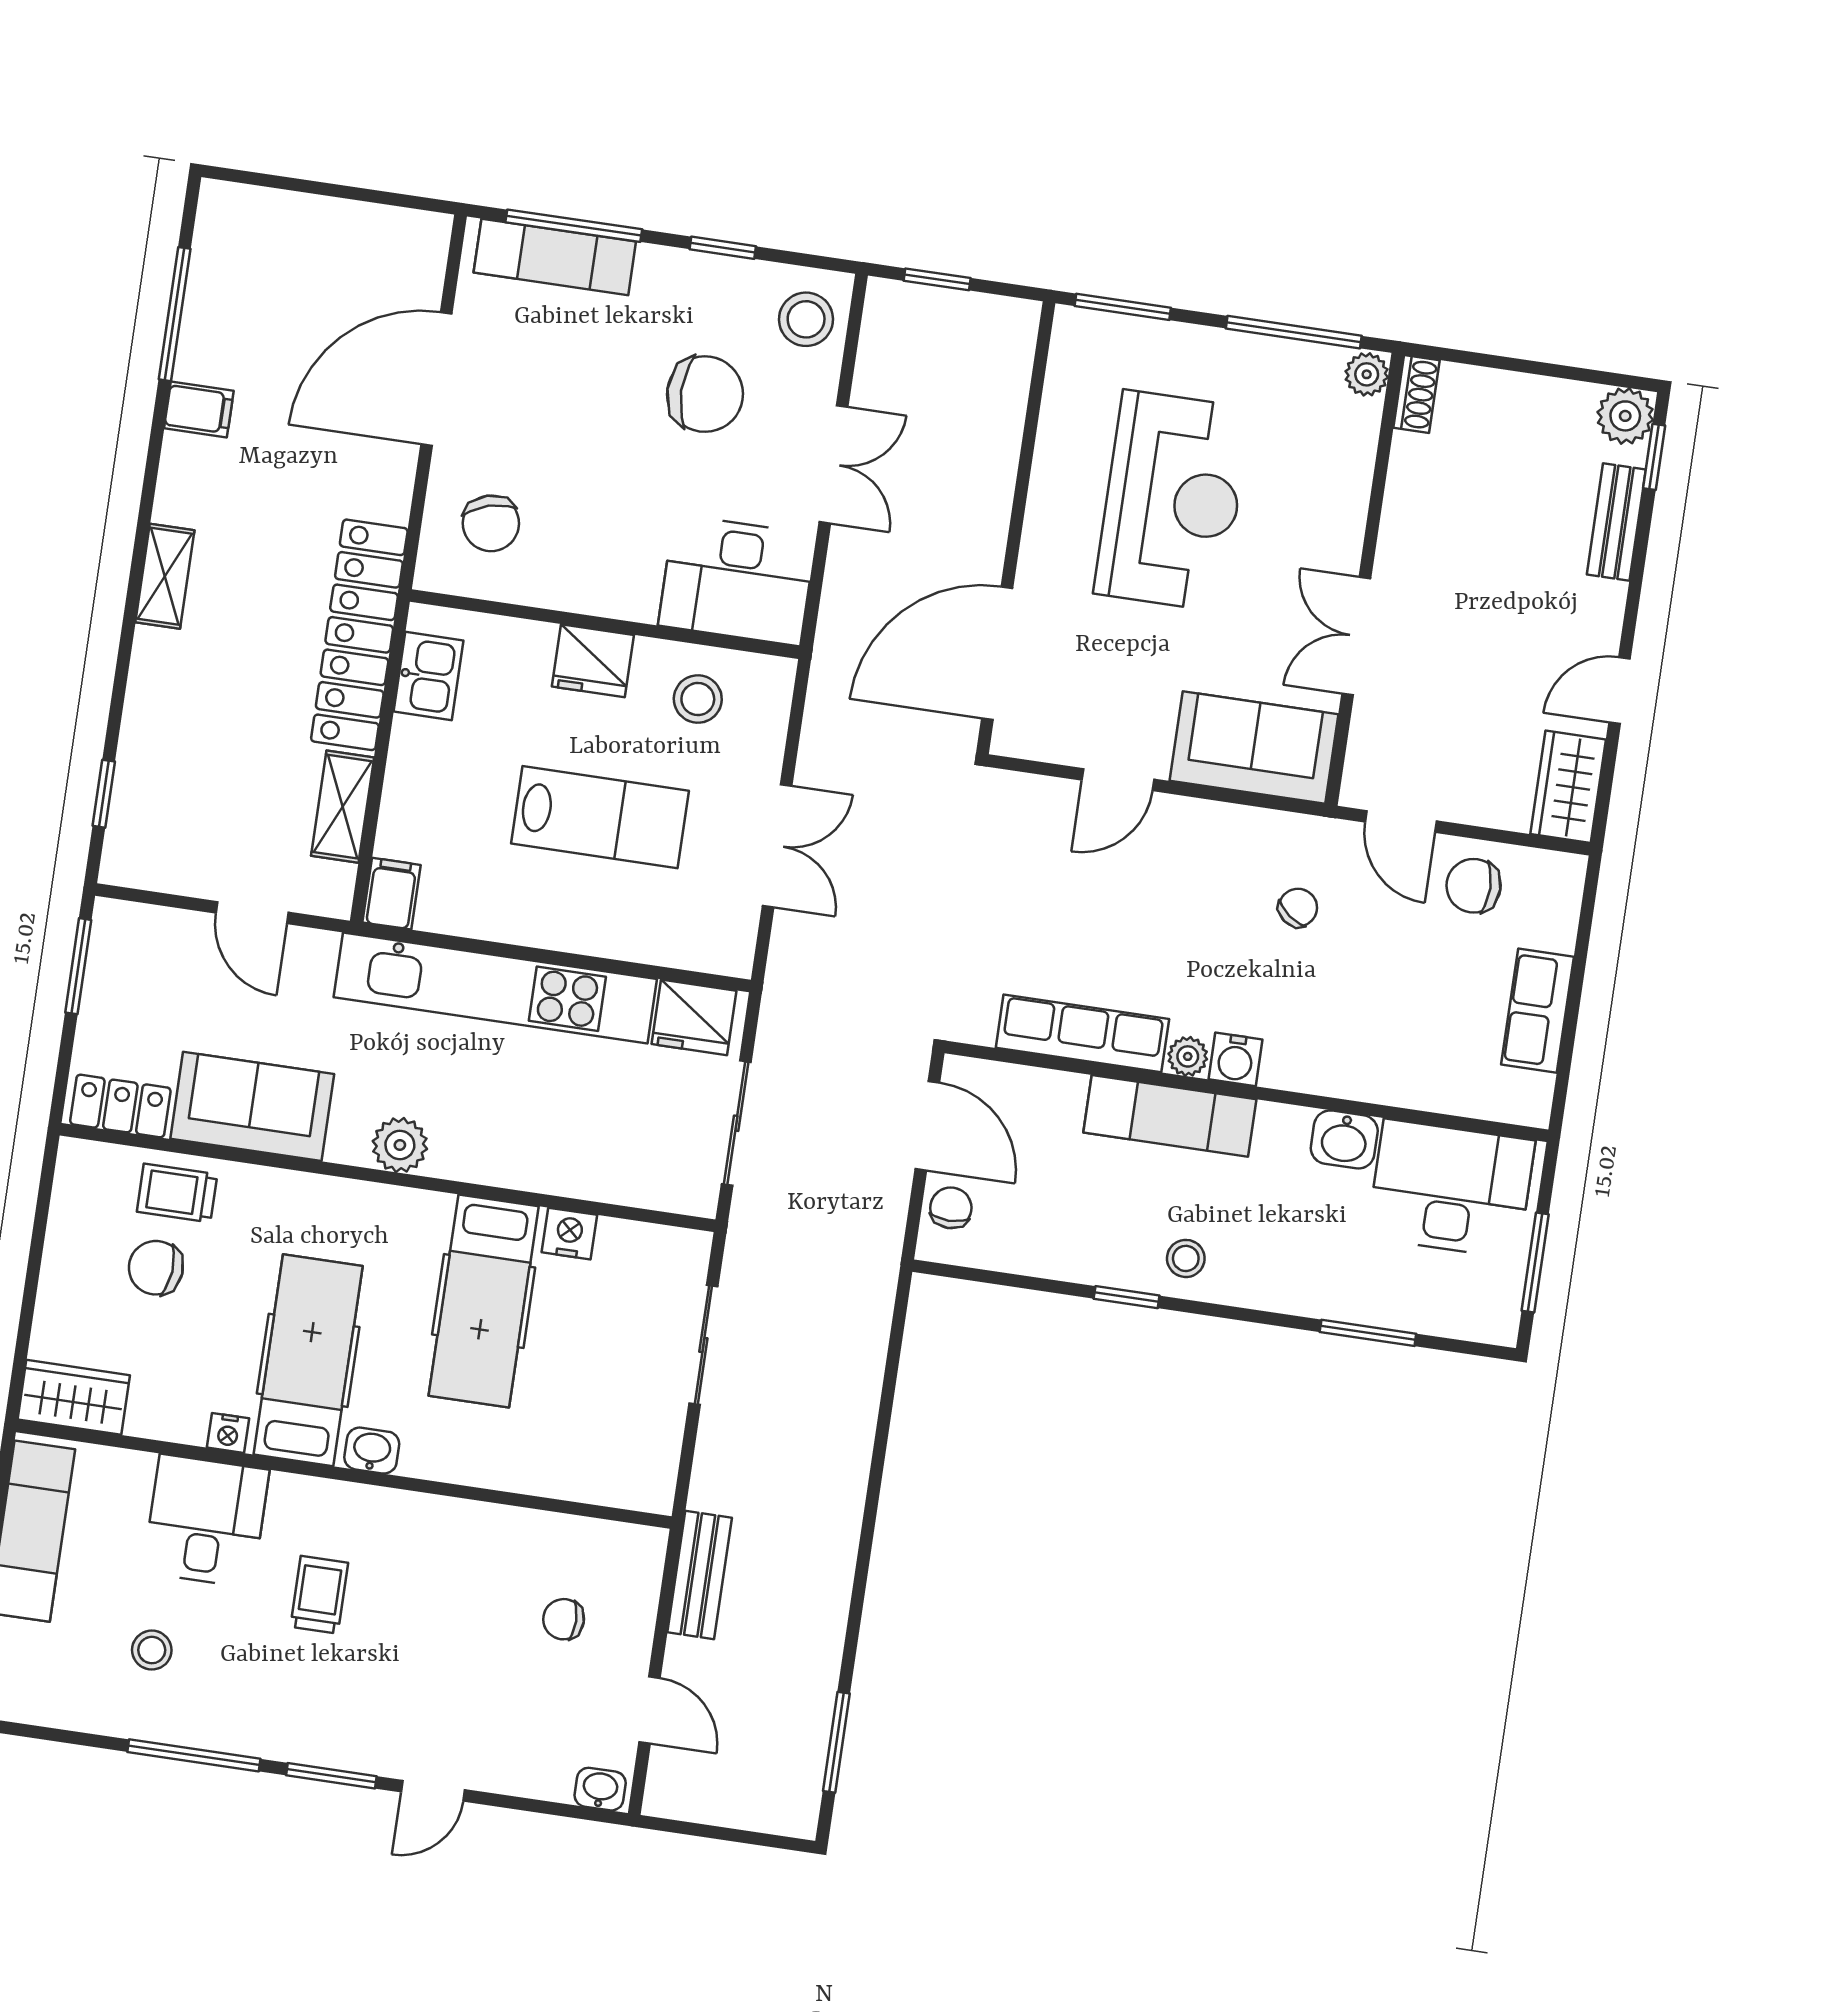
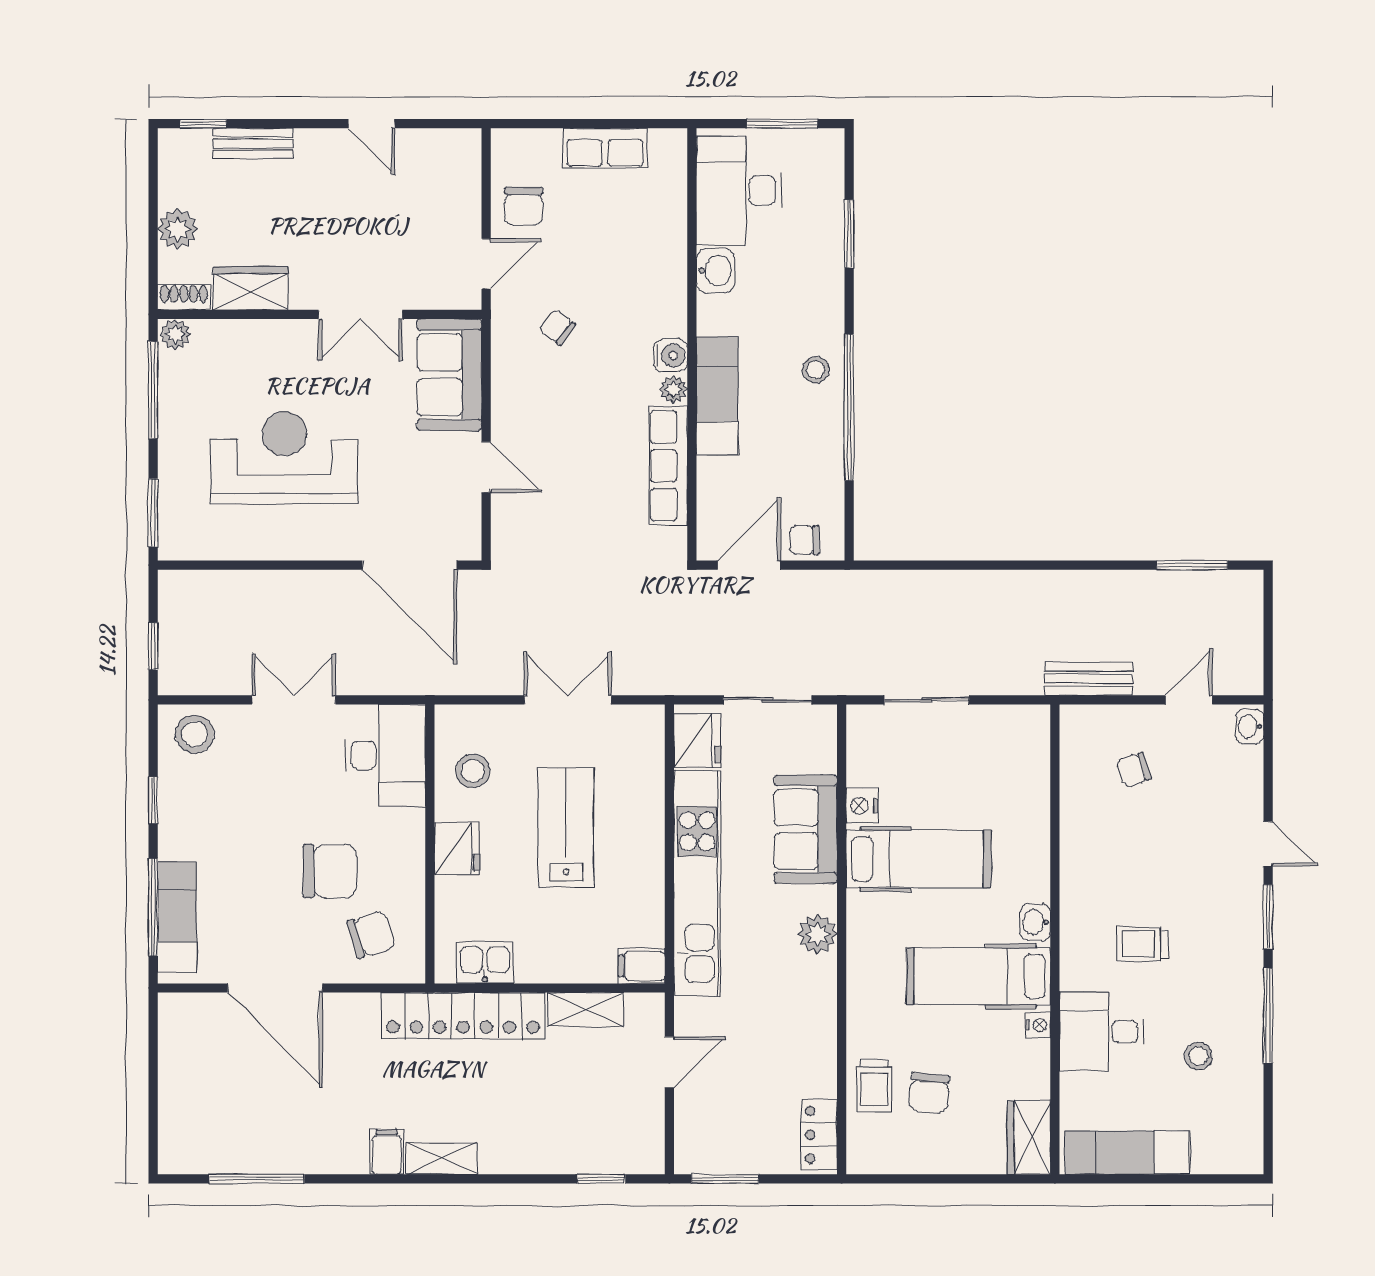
chair: (705, 394) -> (330, 871), moved, turned 90
filing cabinet: (199, 409) -> (387, 1152), moved
plant: (1625, 416) -> (178, 229), moved
wardrobe: (1568, 787) -> (250, 288), moved, turned 180
sofa: (252, 1106) -> (806, 829), moved
window: (1127, 1297) -> (849, 407), width x3.17
chair: (564, 1619) -> (1134, 770), turned 72

